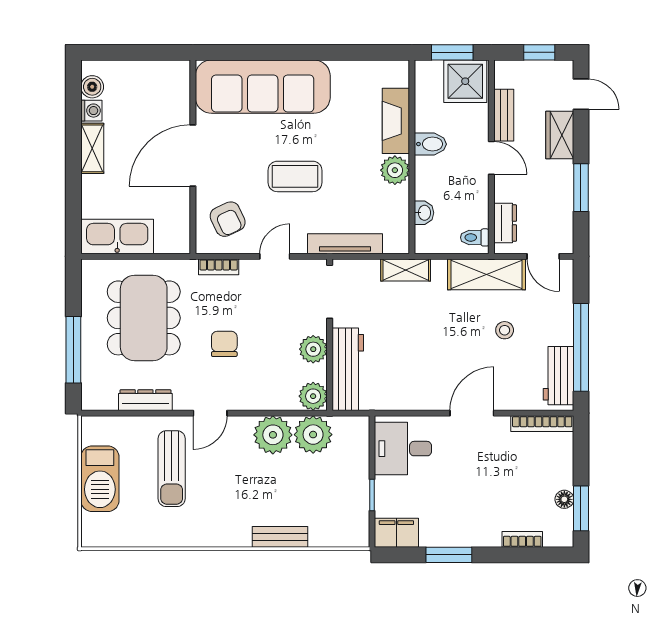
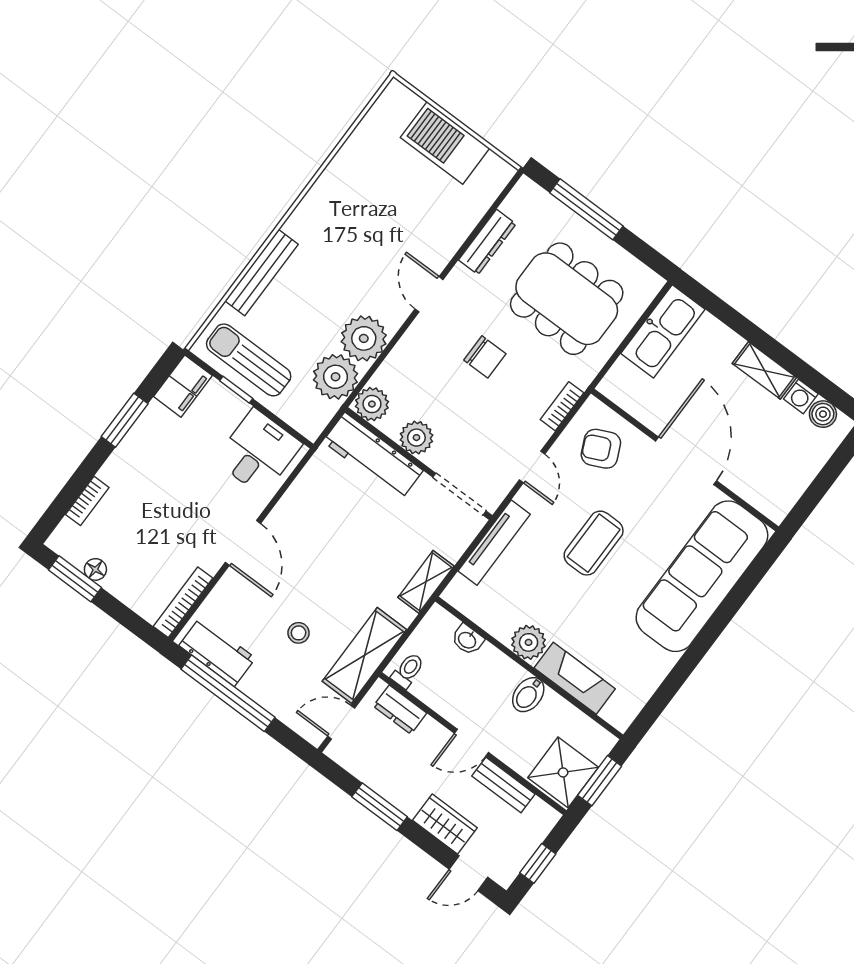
sun lounger: (172, 469) -> (249, 360), moved
bench: (280, 537) -> (262, 273), width x1.36

